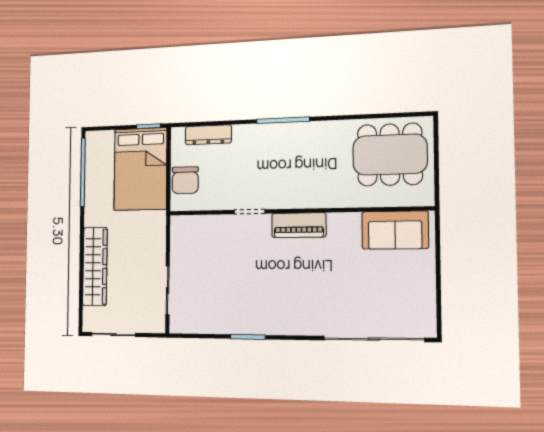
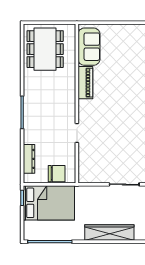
piano: (299, 225) -> (85, 83), moved

